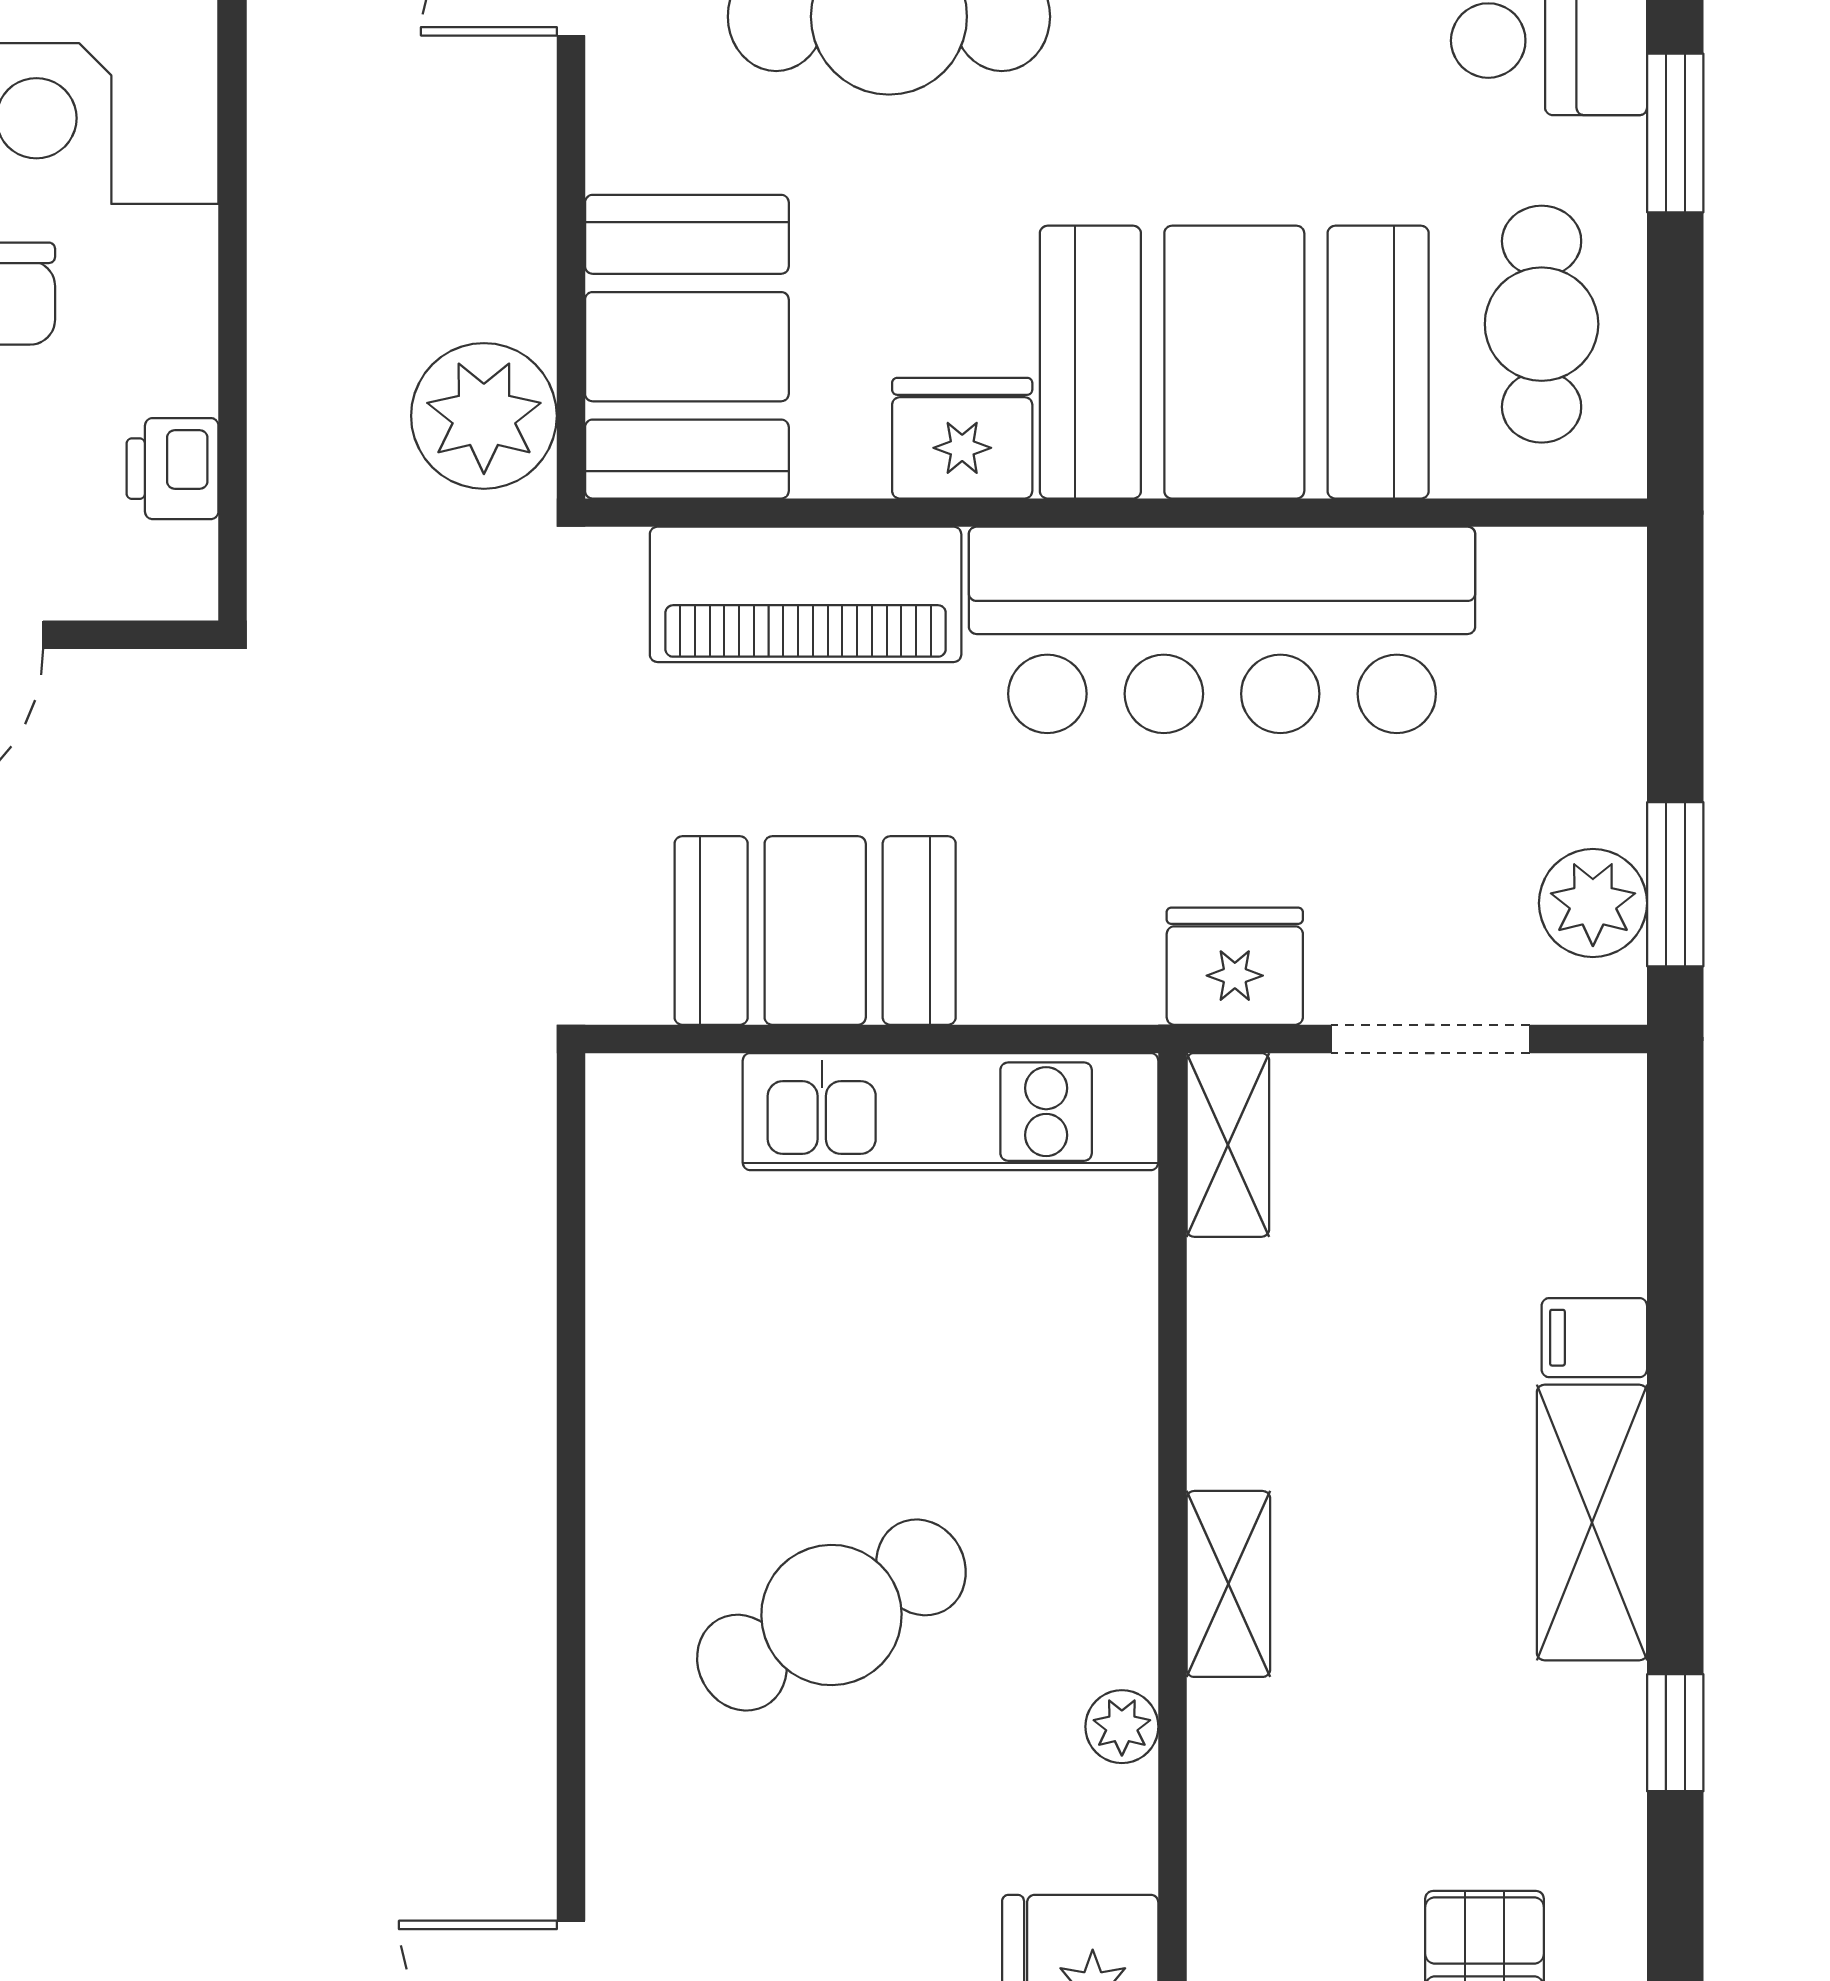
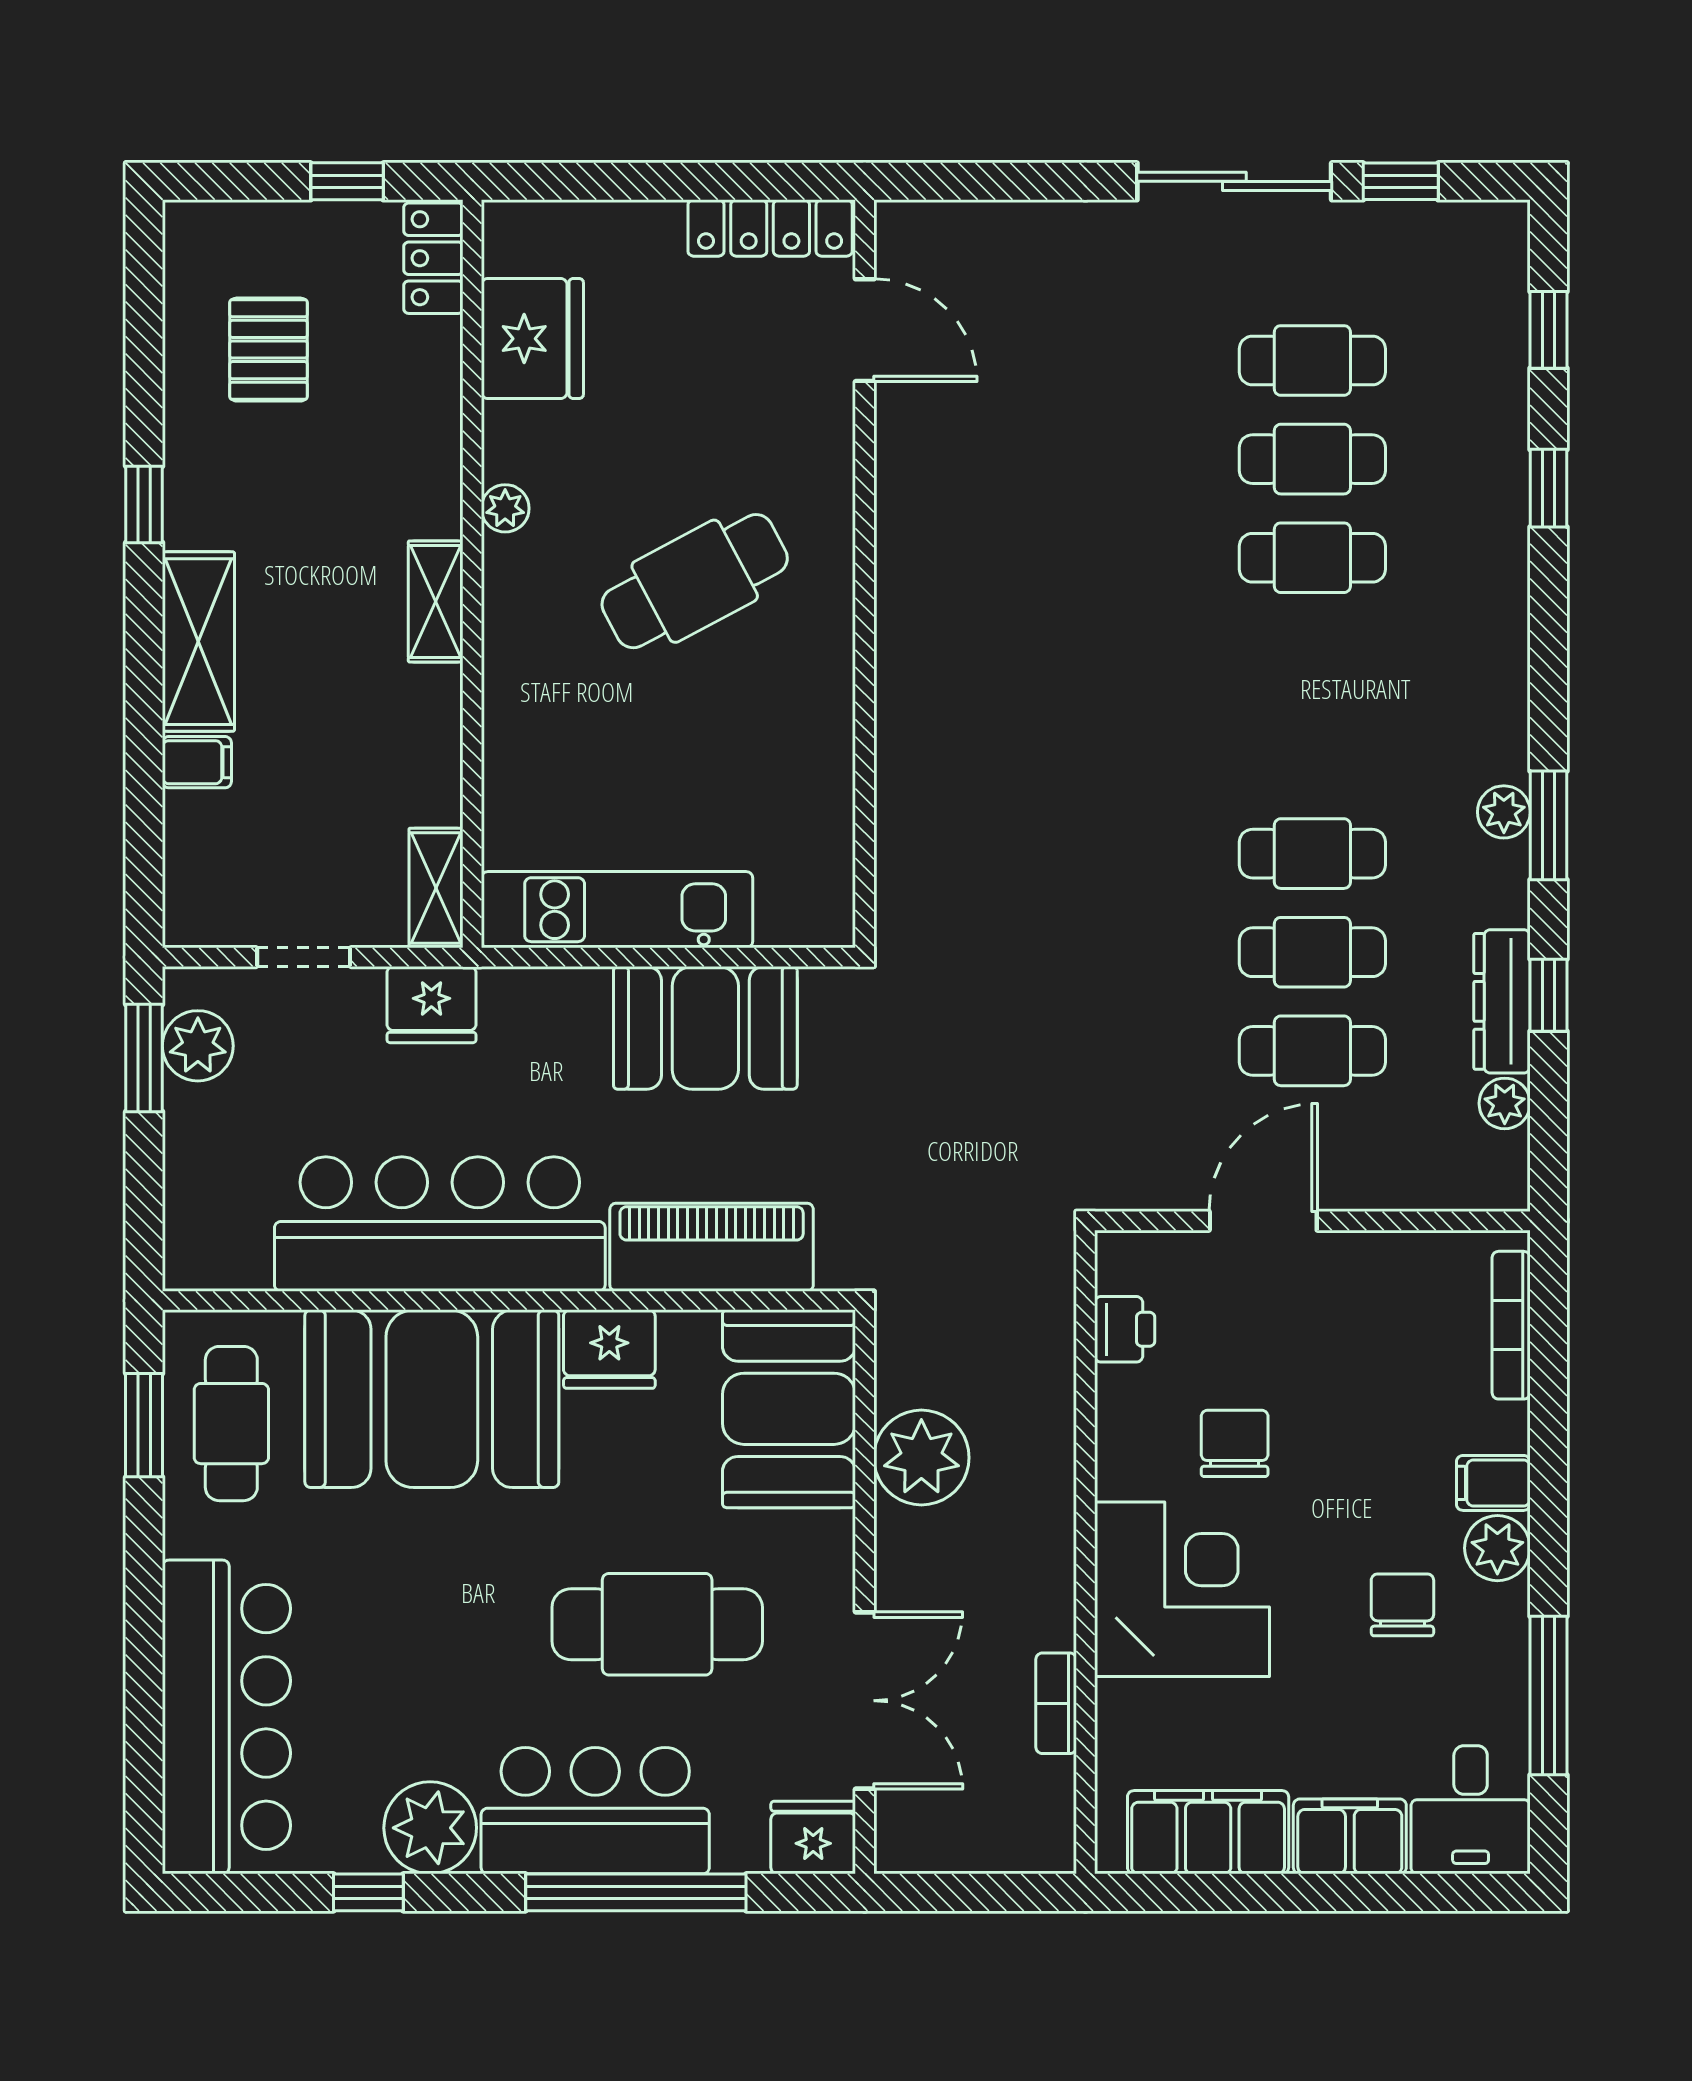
window: (1675, 133) -> (144, 1425), moved
plant: (484, 416) -> (921, 1458), moved
doorway: (1431, 1039) -> (304, 957), width x0.73

